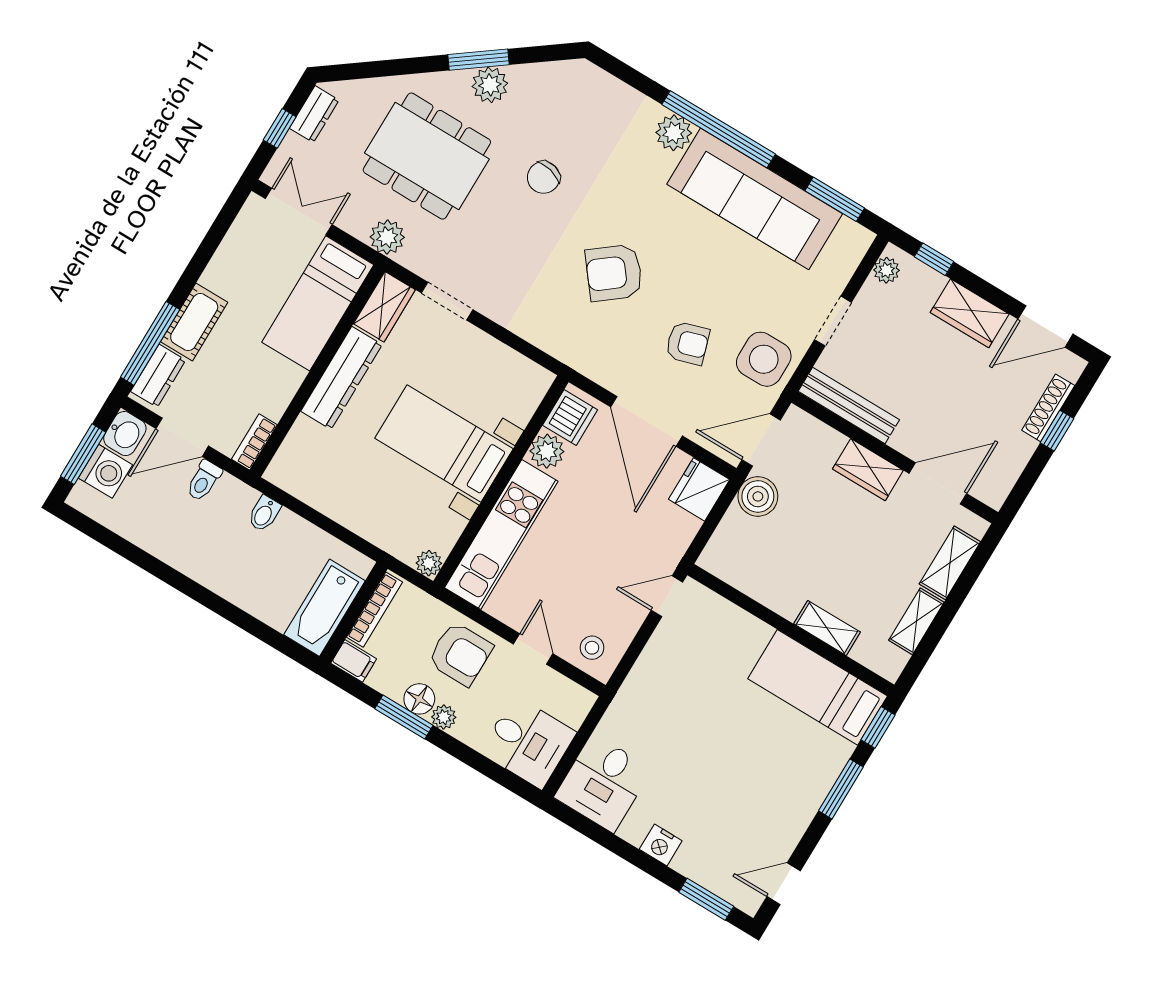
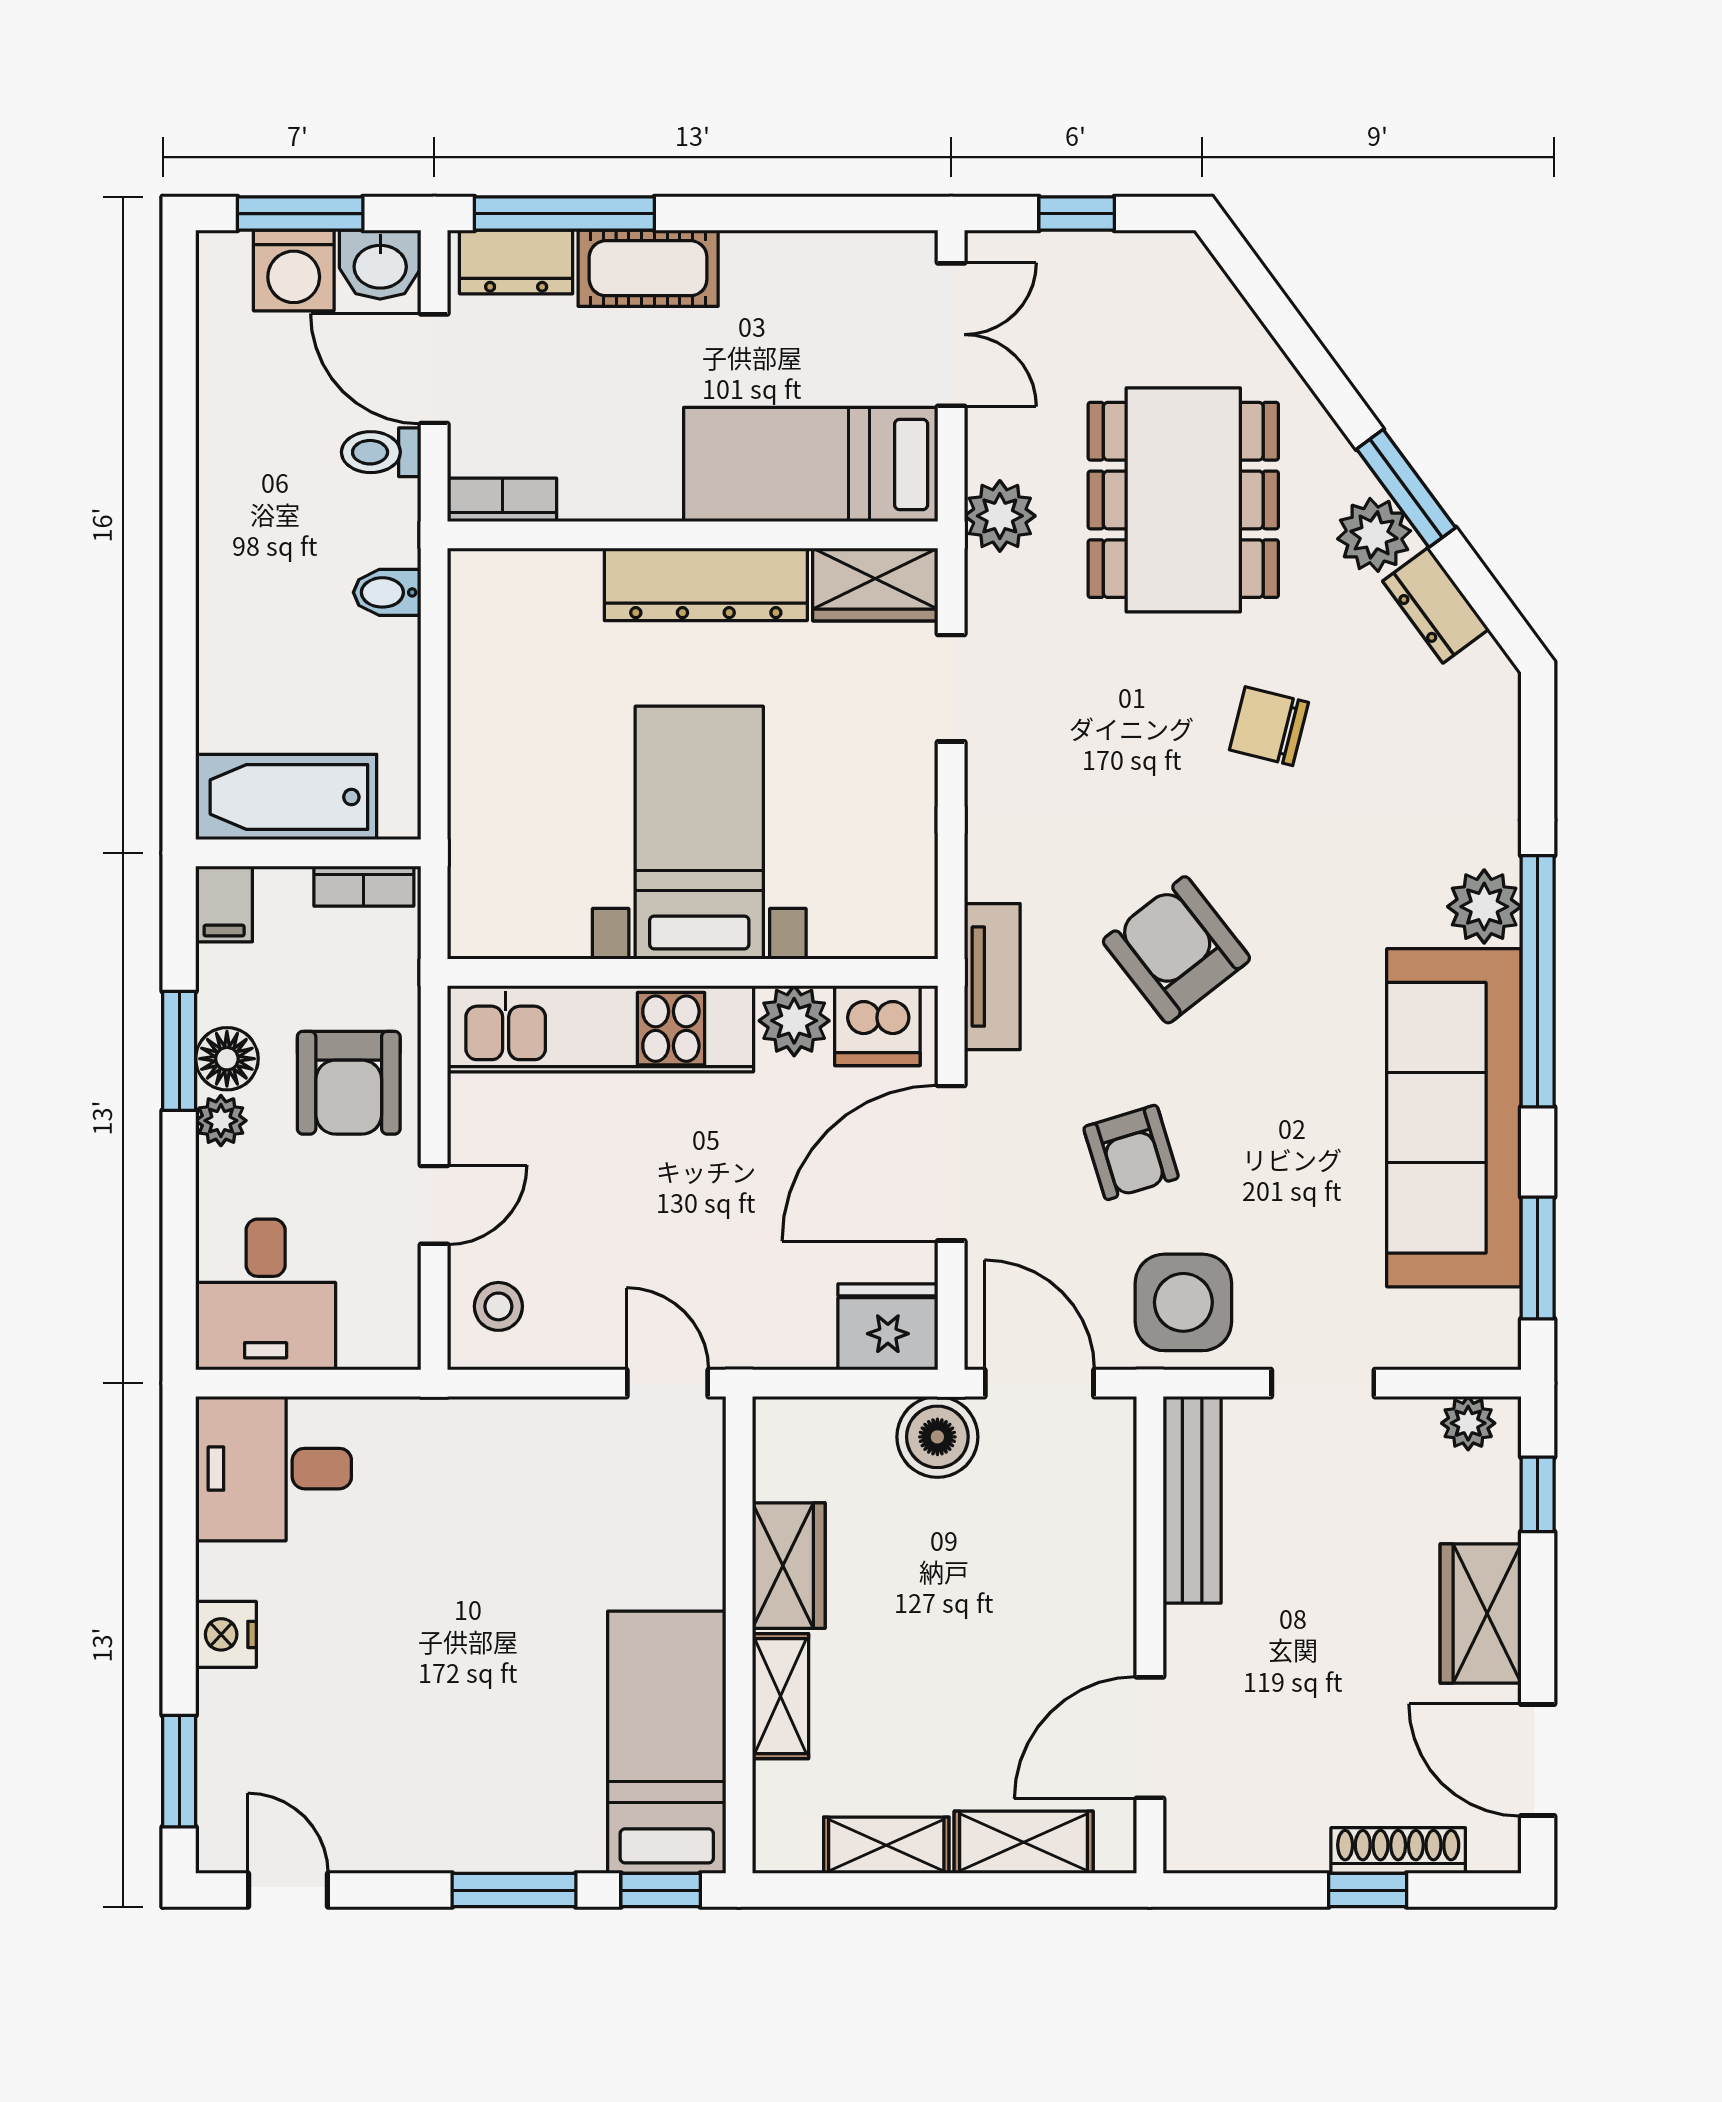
dresser: (314, 114) -> (1436, 605), moved, turned 54
tv unit: (579, 357) -> (992, 977), added
wardrobe: (868, 470) -> (789, 1566), moved, turned 180
door: (938, 483) -> (1150, 1738), swing flipped
plant: (429, 563) -> (474, 932), removed
bookcase: (374, 610) -> (364, 886), width x0.64

